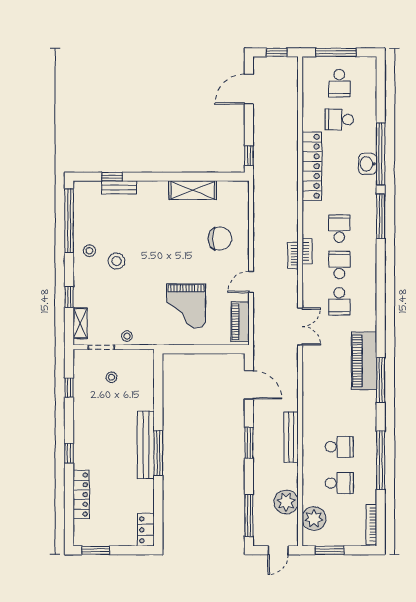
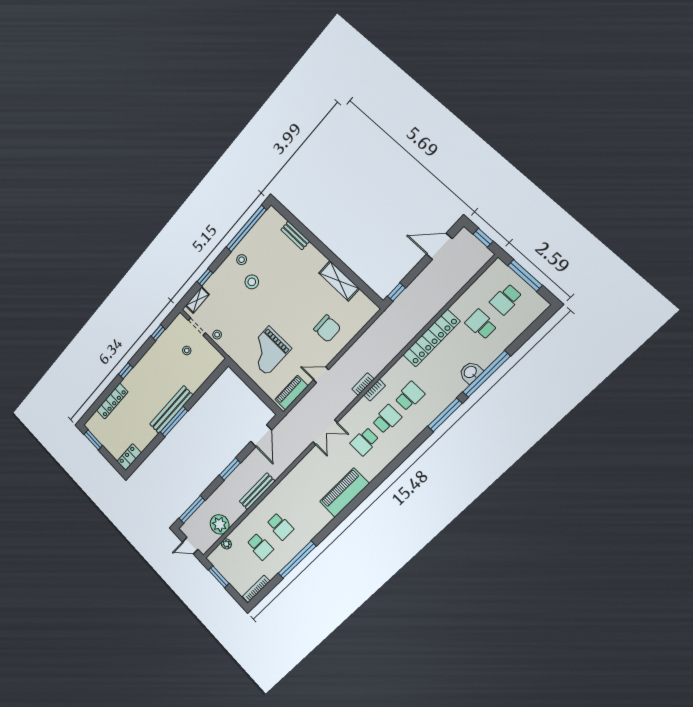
window: (112, 177) -> (297, 224), removed
window: (381, 380) -> (343, 514), removed
plant: (314, 519) -> (226, 544), width x0.53, depth x0.53

